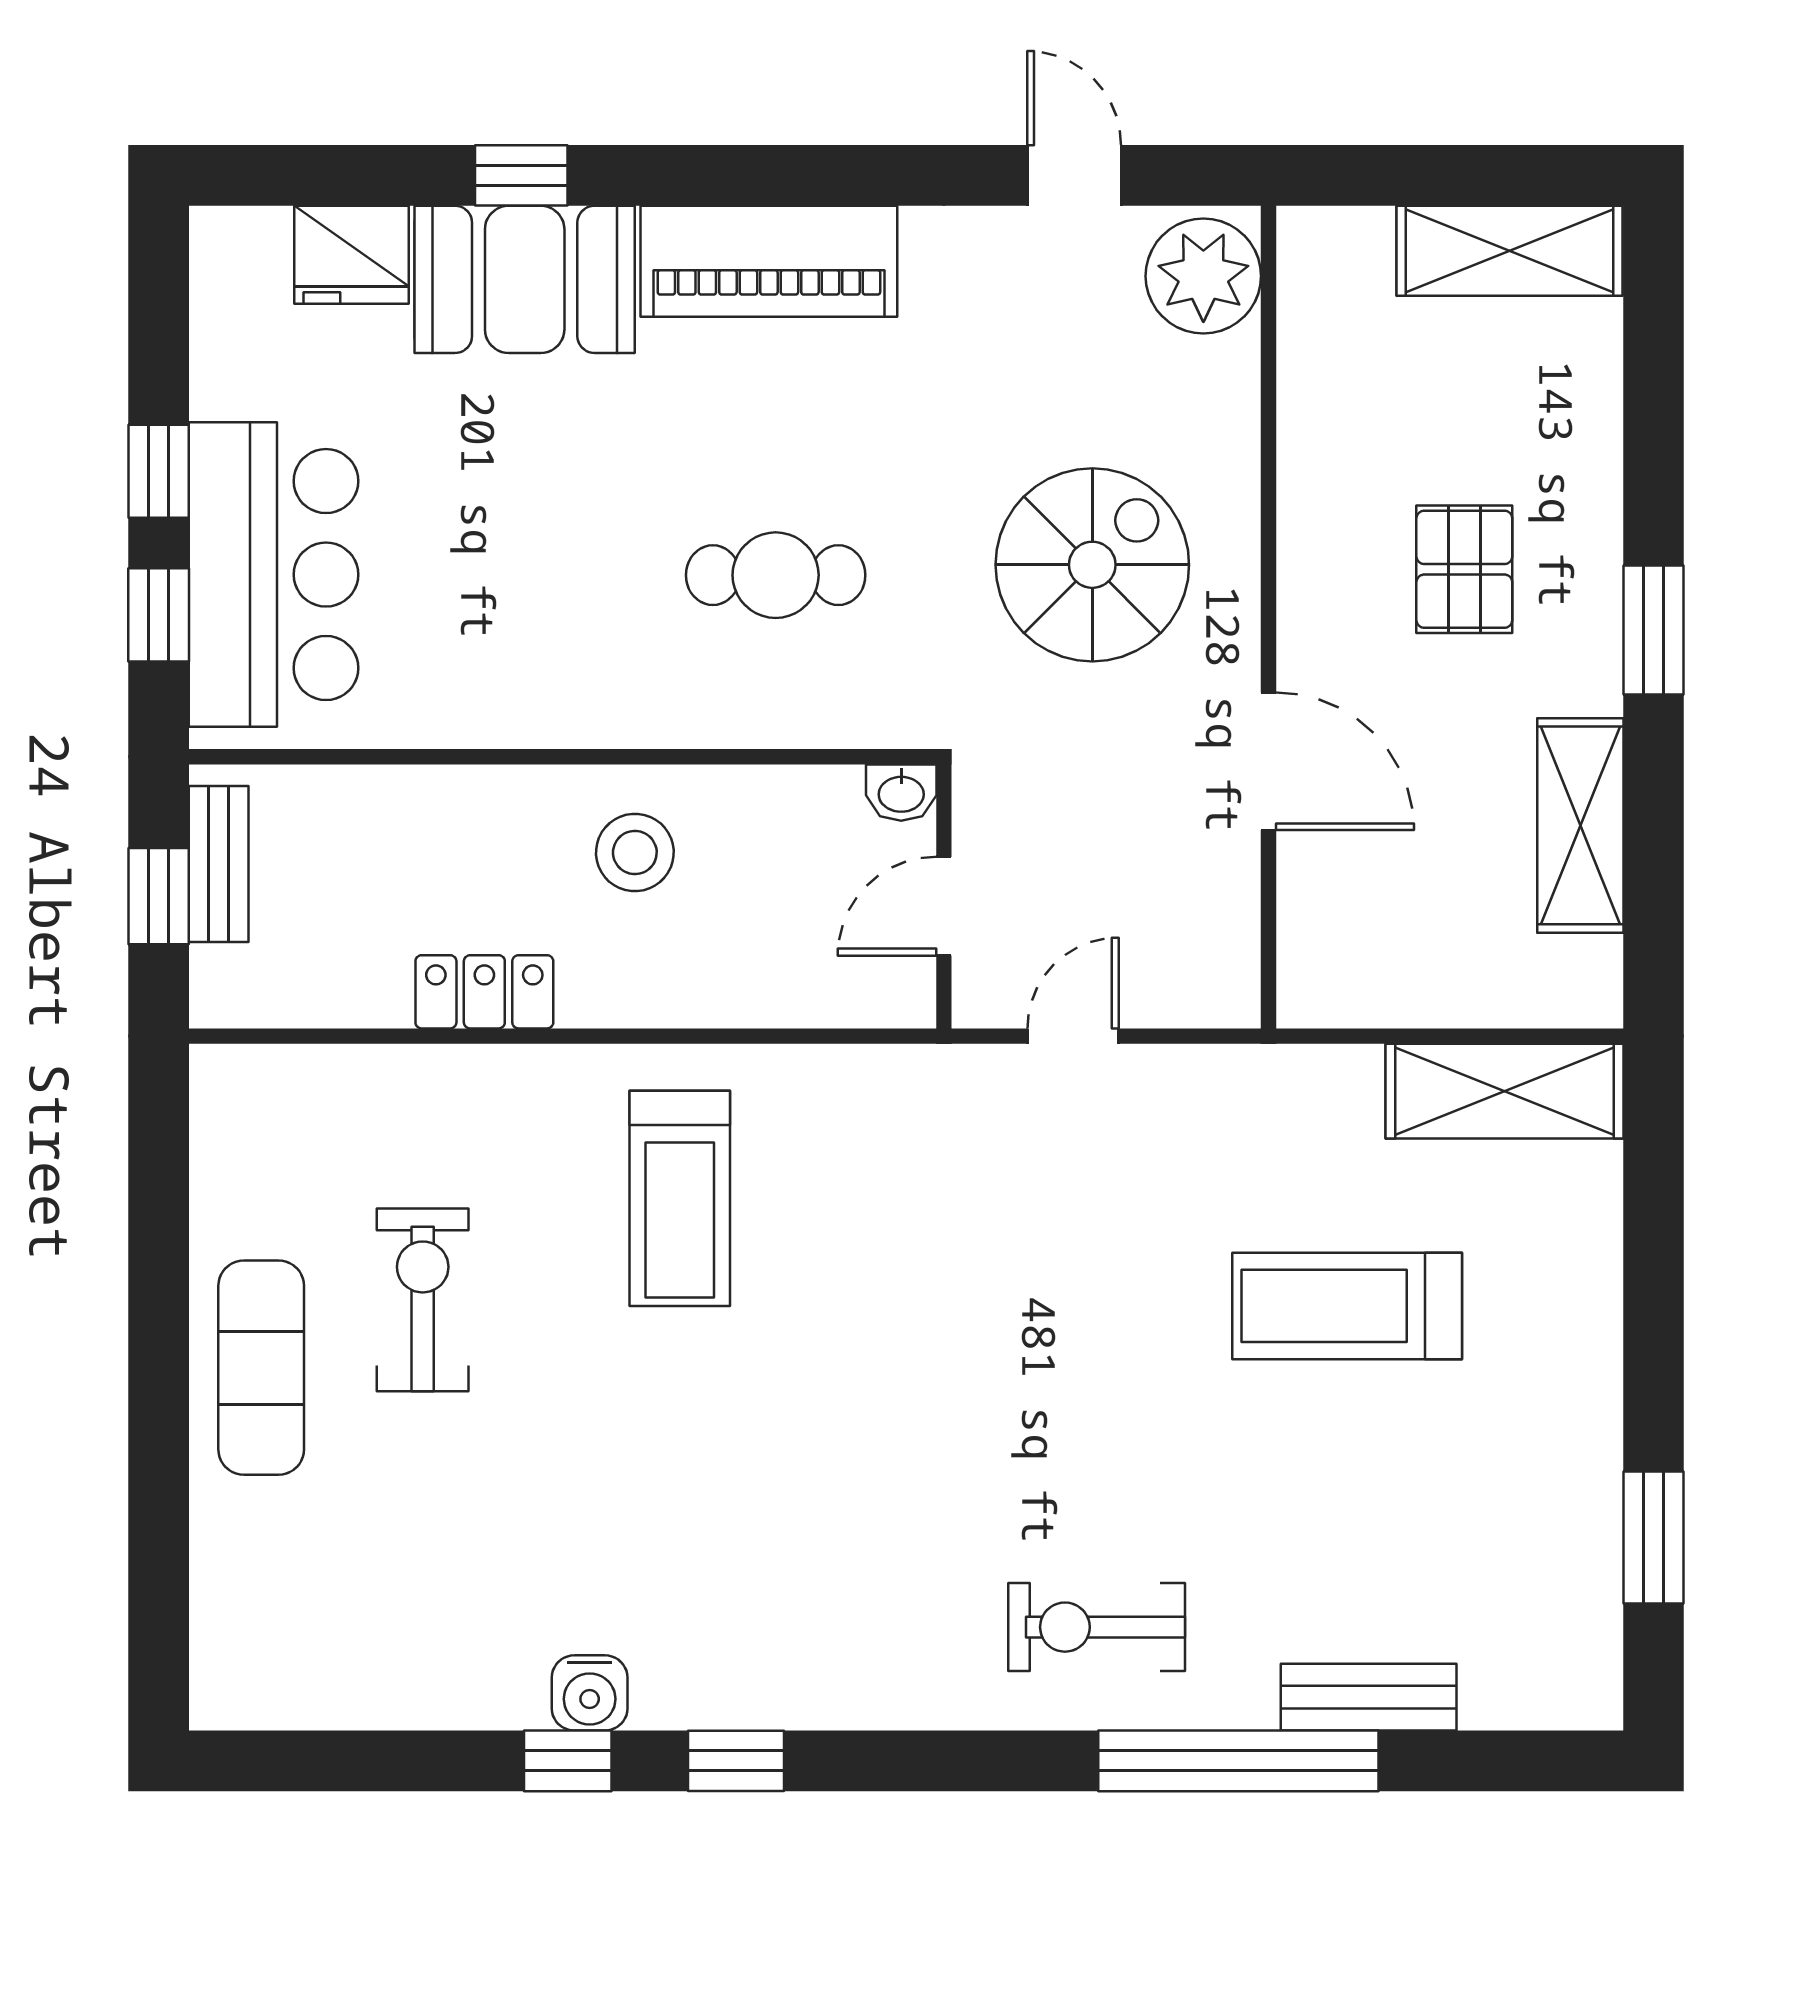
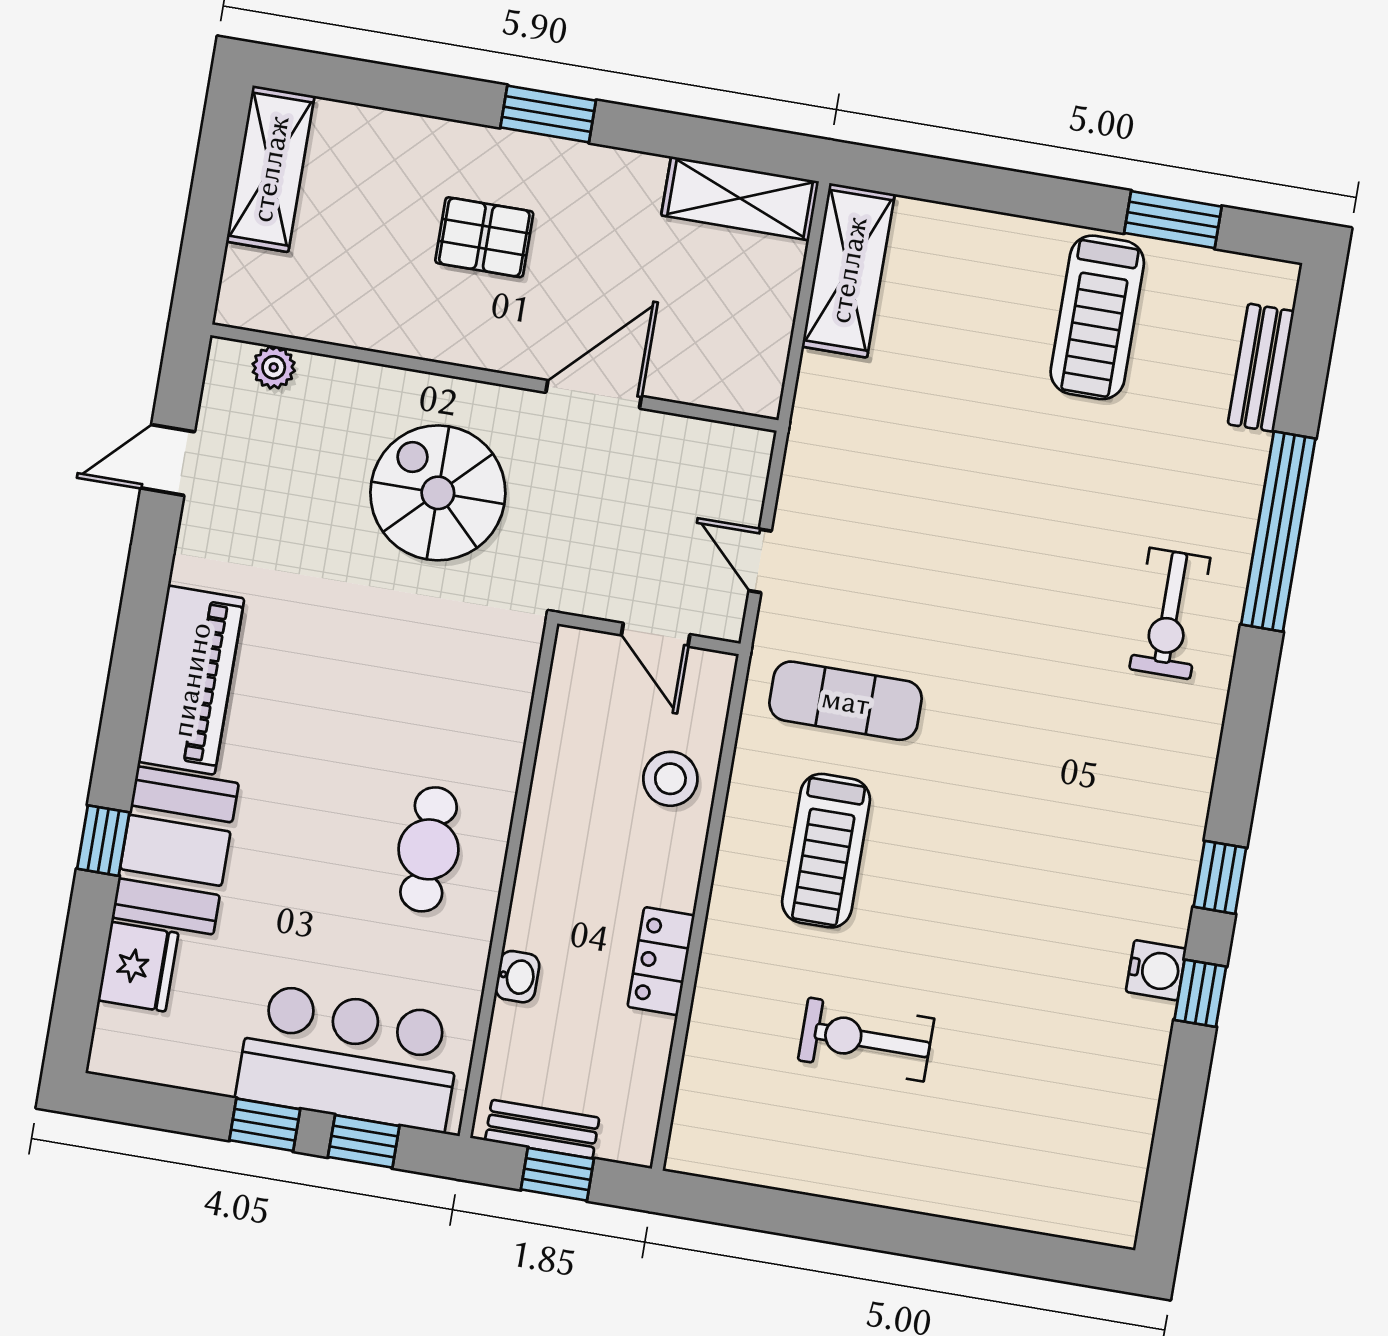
plant: (1203, 276) -> (274, 367), width x0.53, depth x0.53
cafe table: (776, 575) -> (429, 849), moved
washbasin: (901, 793) -> (517, 977), moved
shelving: (1580, 825) -> (740, 198), moved
stool: (635, 853) -> (670, 779), moved
treadmill: (680, 1198) -> (826, 851), turned 90
treadmill: (1347, 1306) -> (1097, 317), moved
exercise mat: (261, 1368) -> (846, 701), moved
bench: (1369, 1697) -> (1261, 368), moved

